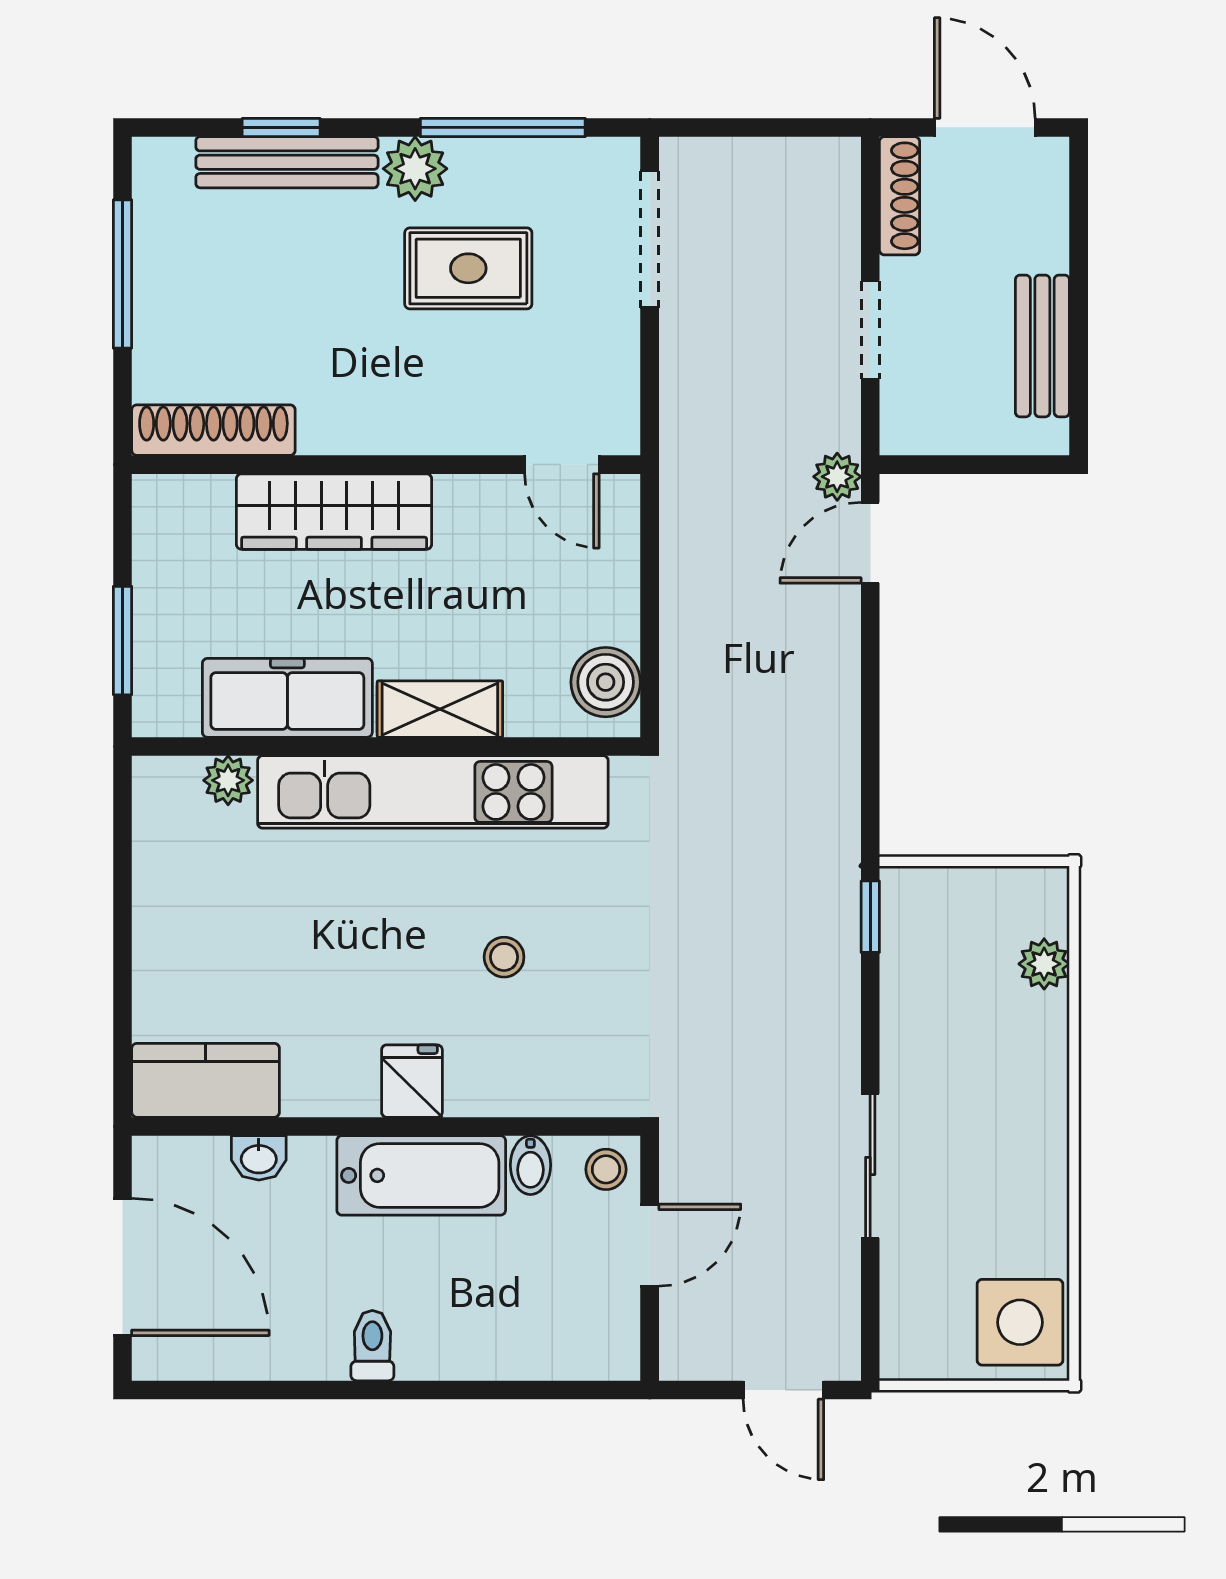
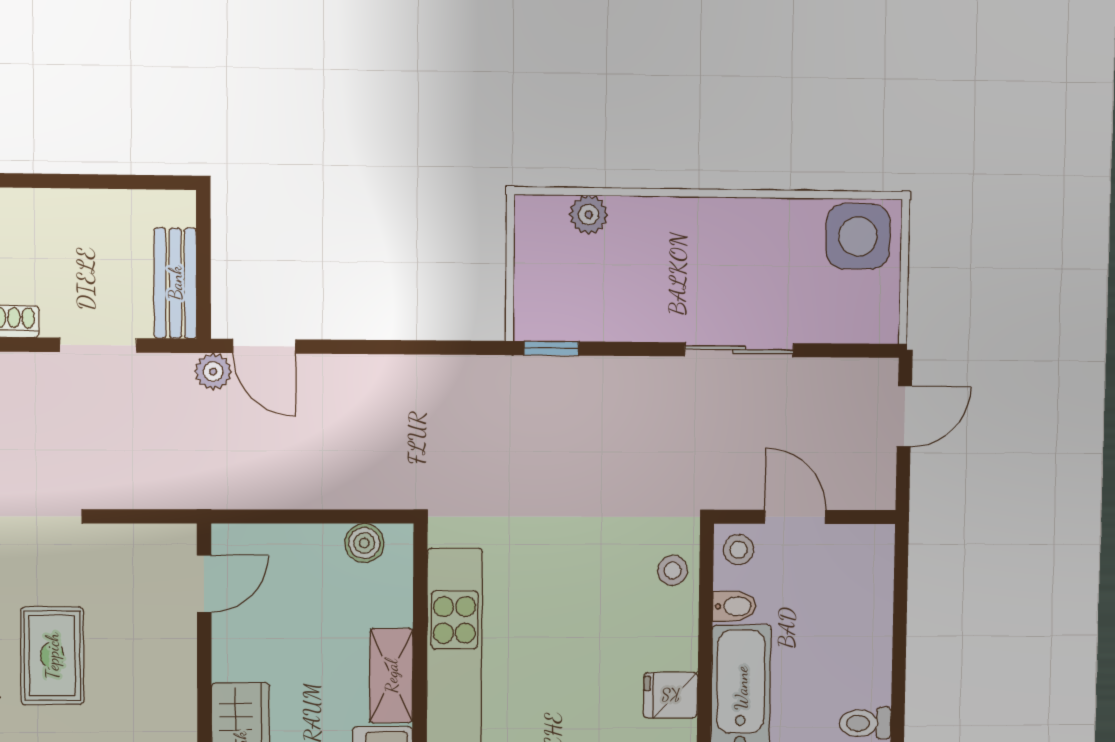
bench: (1042, 346) -> (175, 283), moved, turned 90
boiler: (606, 682) -> (364, 543), width x0.73, depth x0.73
stool: (504, 957) -> (673, 570), moved

